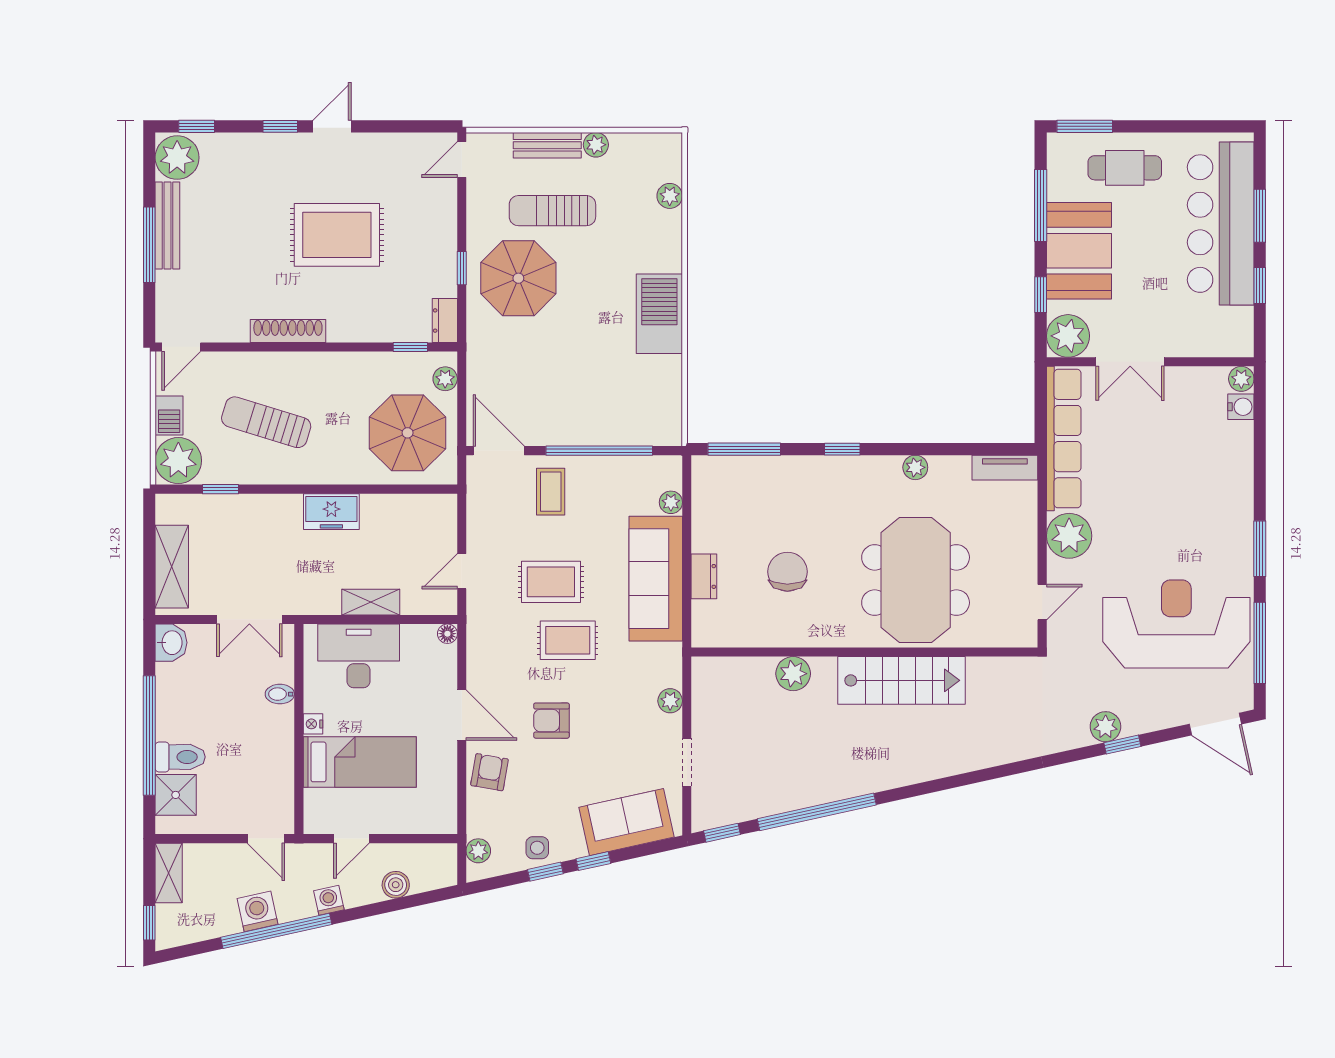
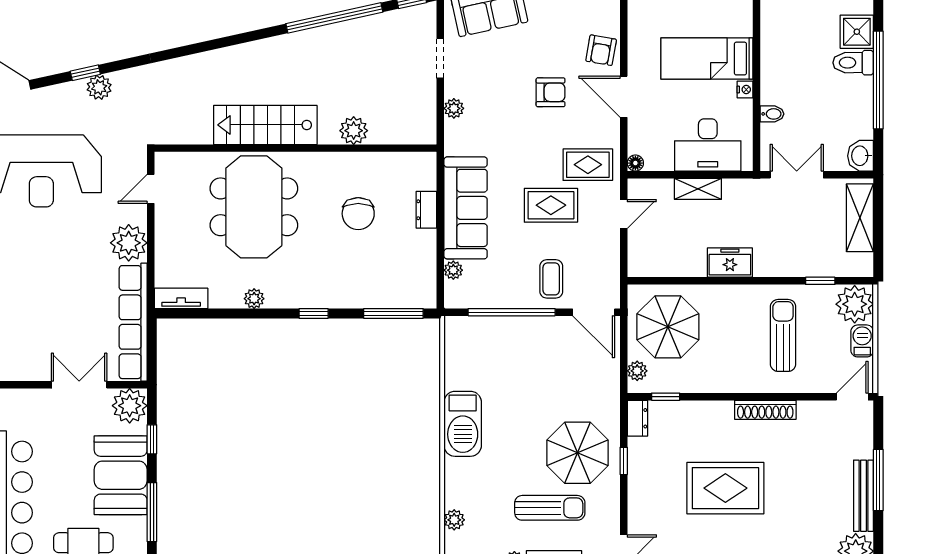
sun lounger: (266, 422) -> (783, 335), turned -107
rug: (568, 640) -> (588, 165), moved

